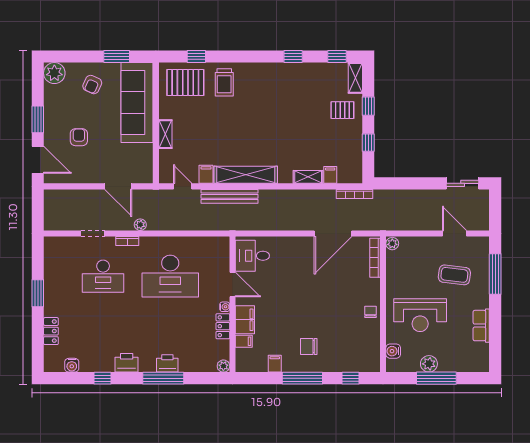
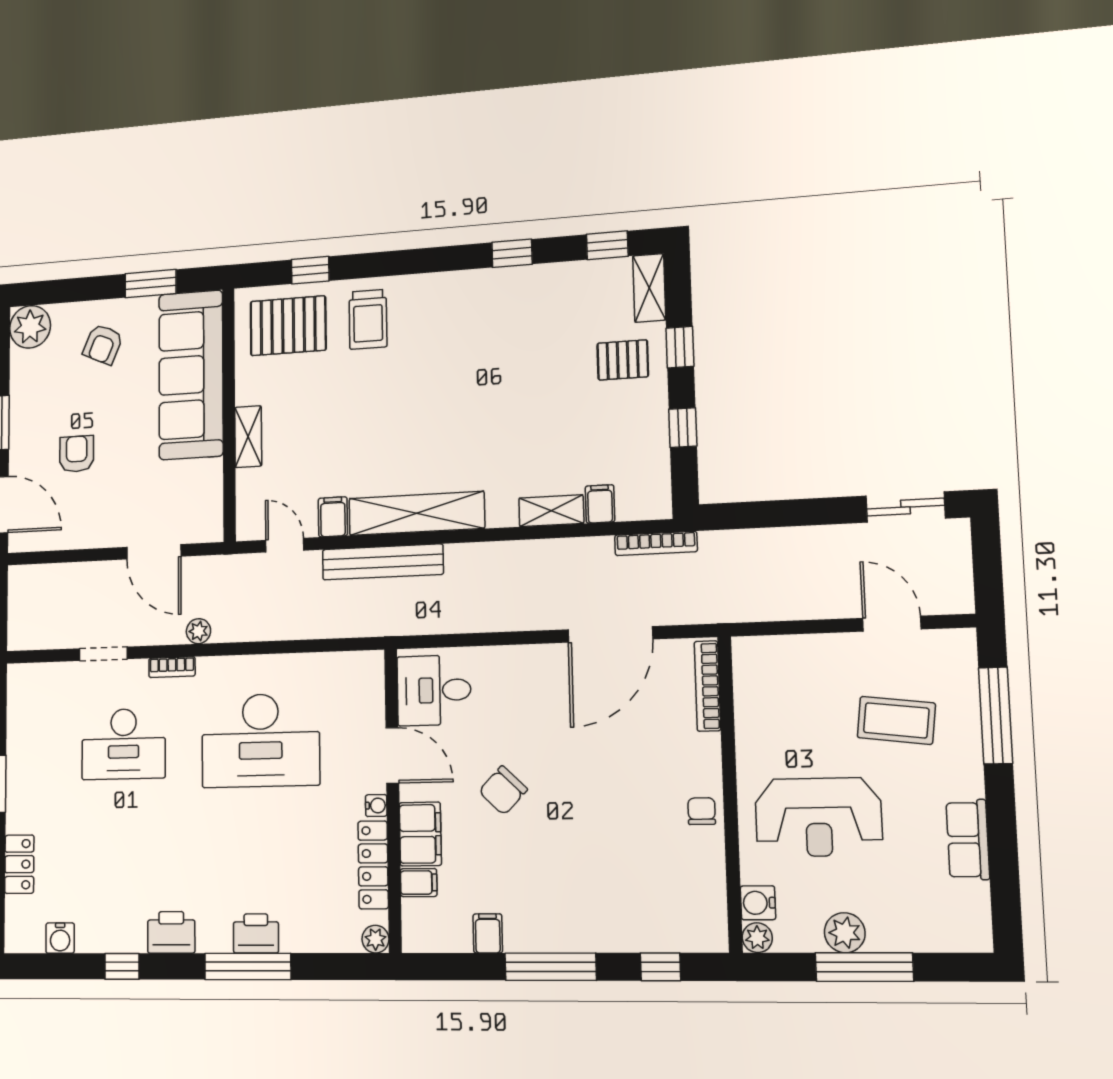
plant: (392, 244) -> (757, 938), moved
locker: (223, 326) -> (373, 865), width x1.53
chair: (309, 346) -> (503, 790), moved, turned -46

